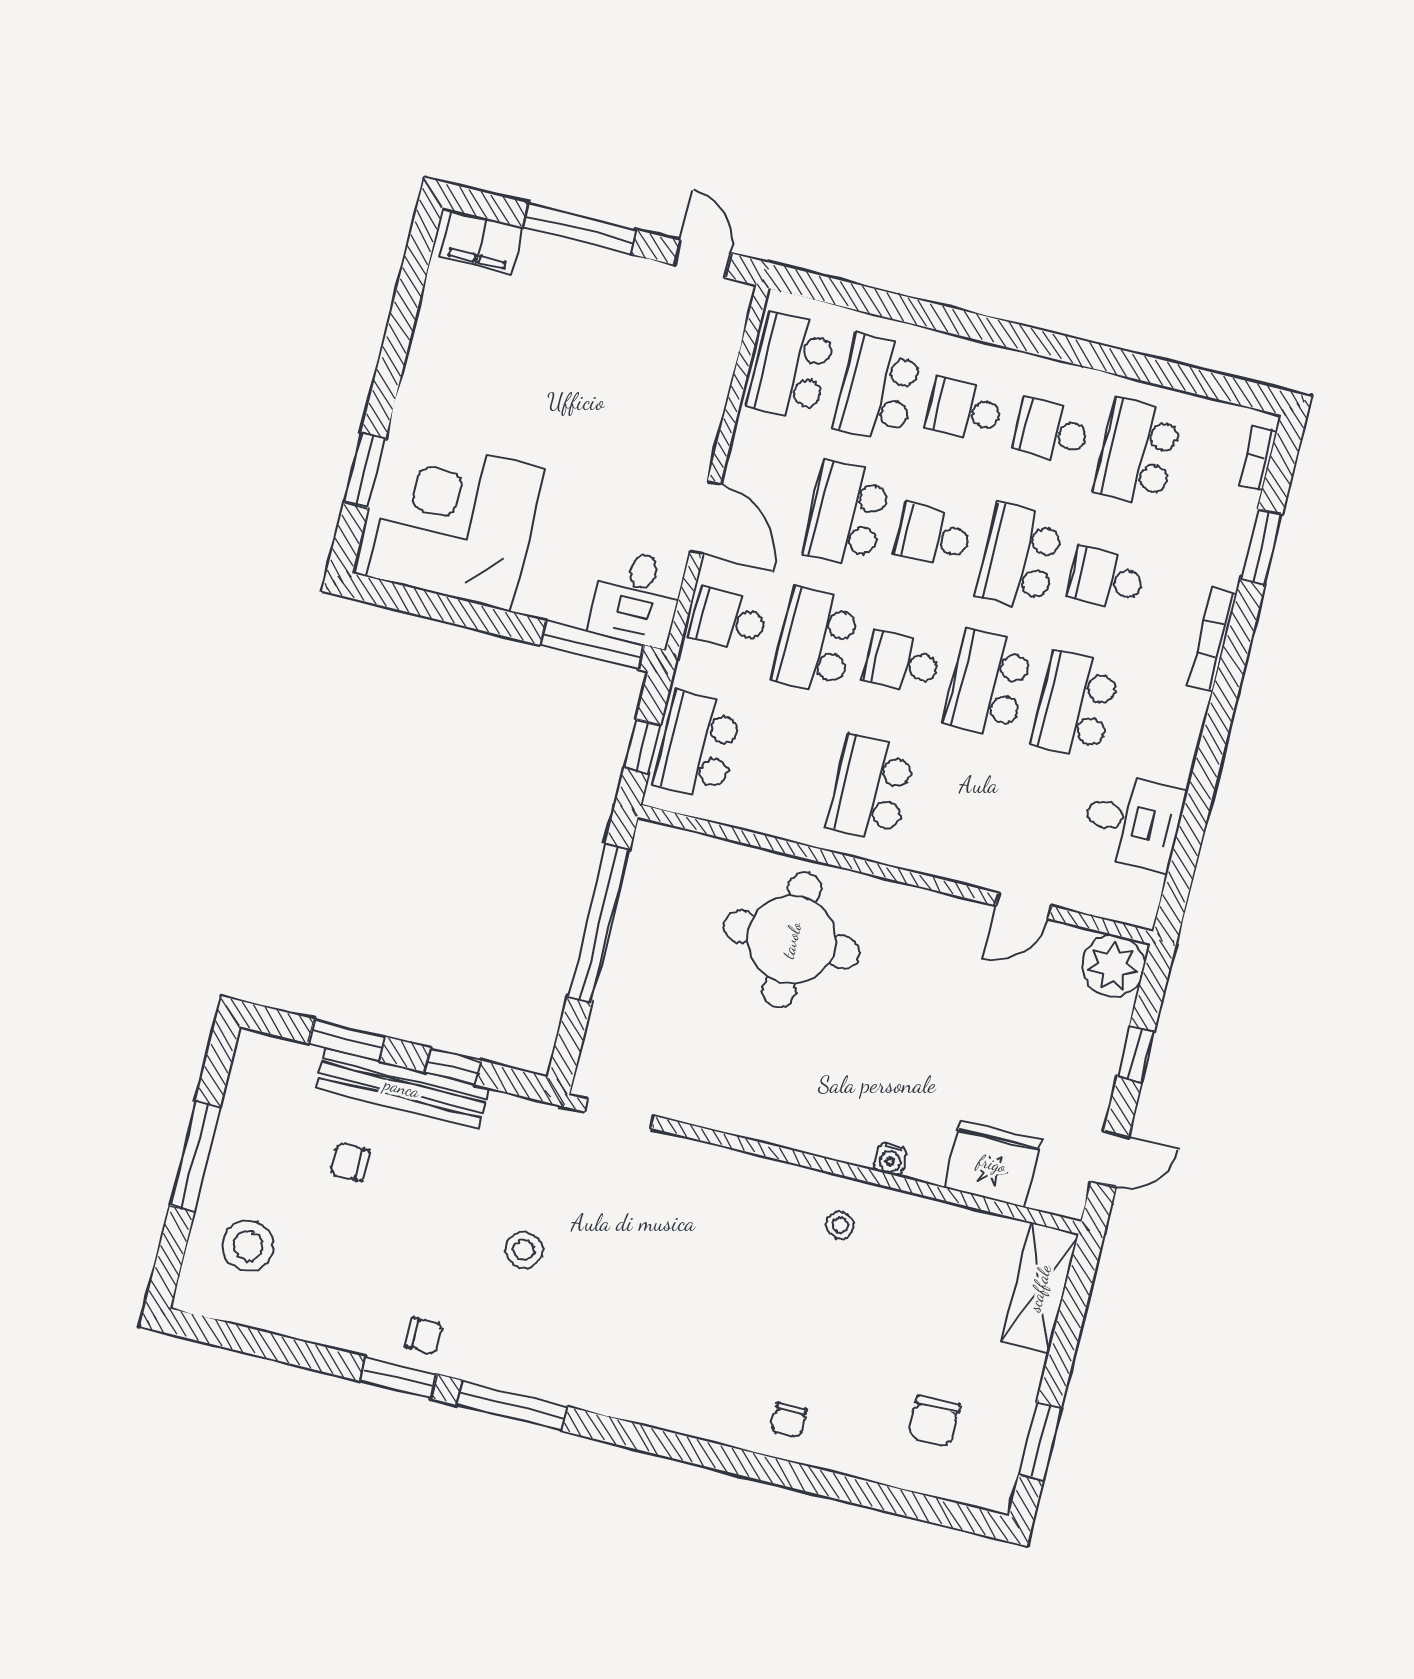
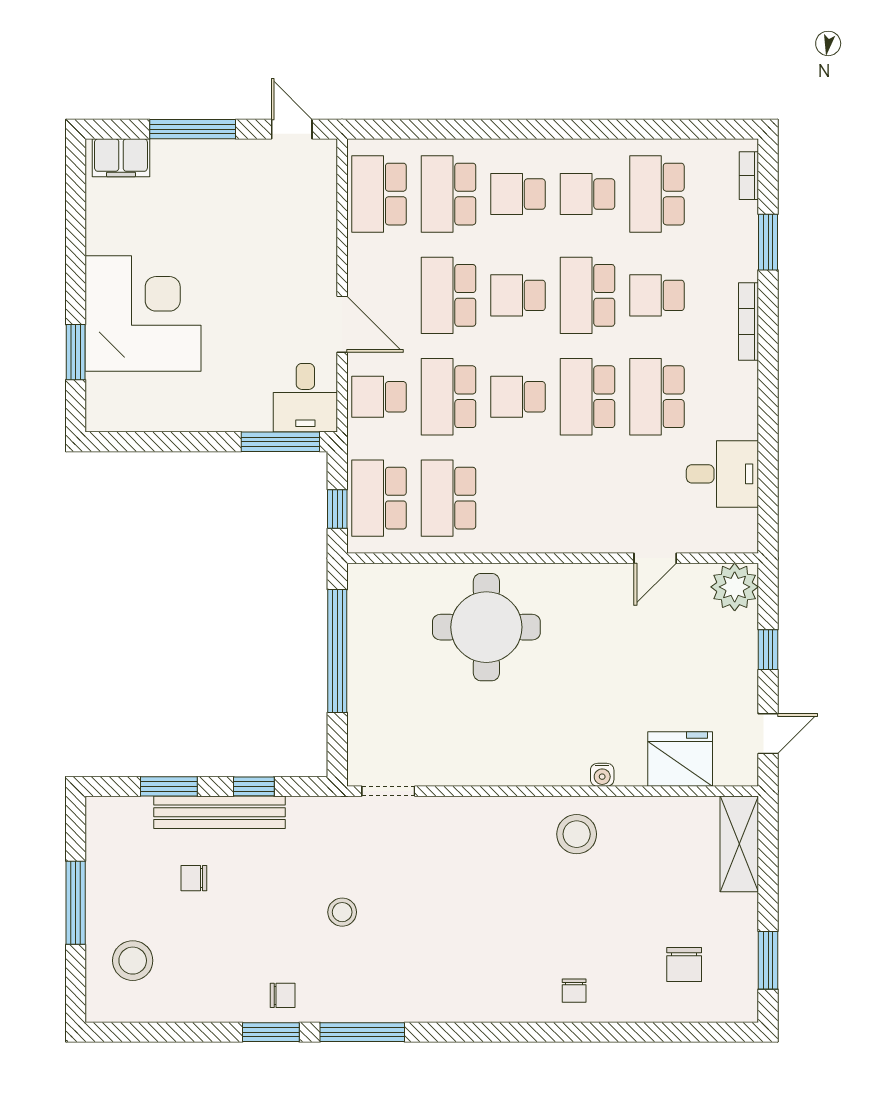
corner desk: (456, 522) -> (143, 313), moved, turned 90
school desk: (871, 789) -> (448, 498), moved
stool: (840, 1225) -> (577, 834), width x1.89, depth x1.89

